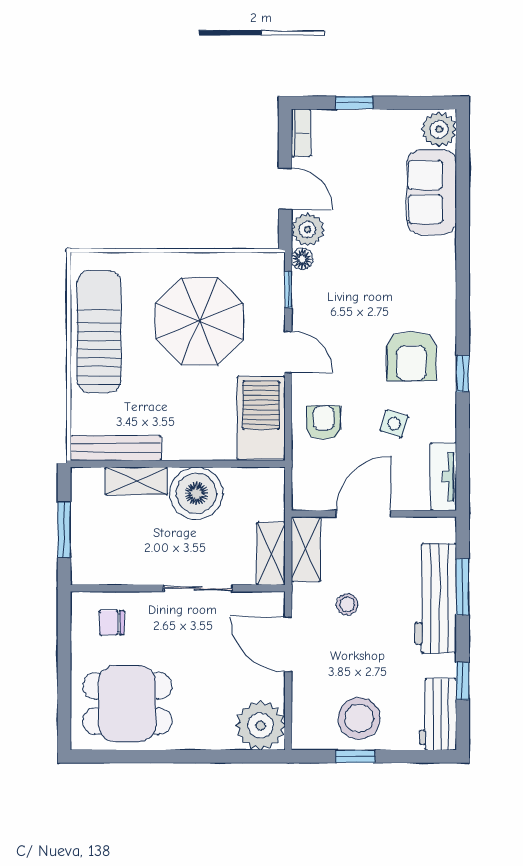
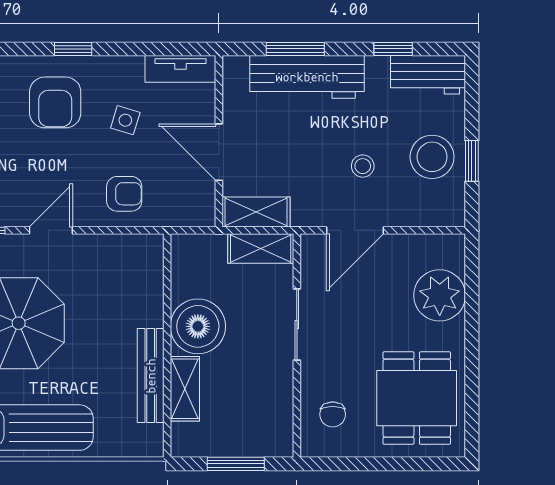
armchair: (411, 356) -> (55, 102), turned 90
barbecue: (261, 418) -> (119, 259), removed
armchair: (323, 423) -> (124, 194), turned 180
bench: (116, 448) -> (151, 376), moved
stool: (347, 604) -> (363, 166), moved
plant: (260, 726) -> (440, 295), moved

